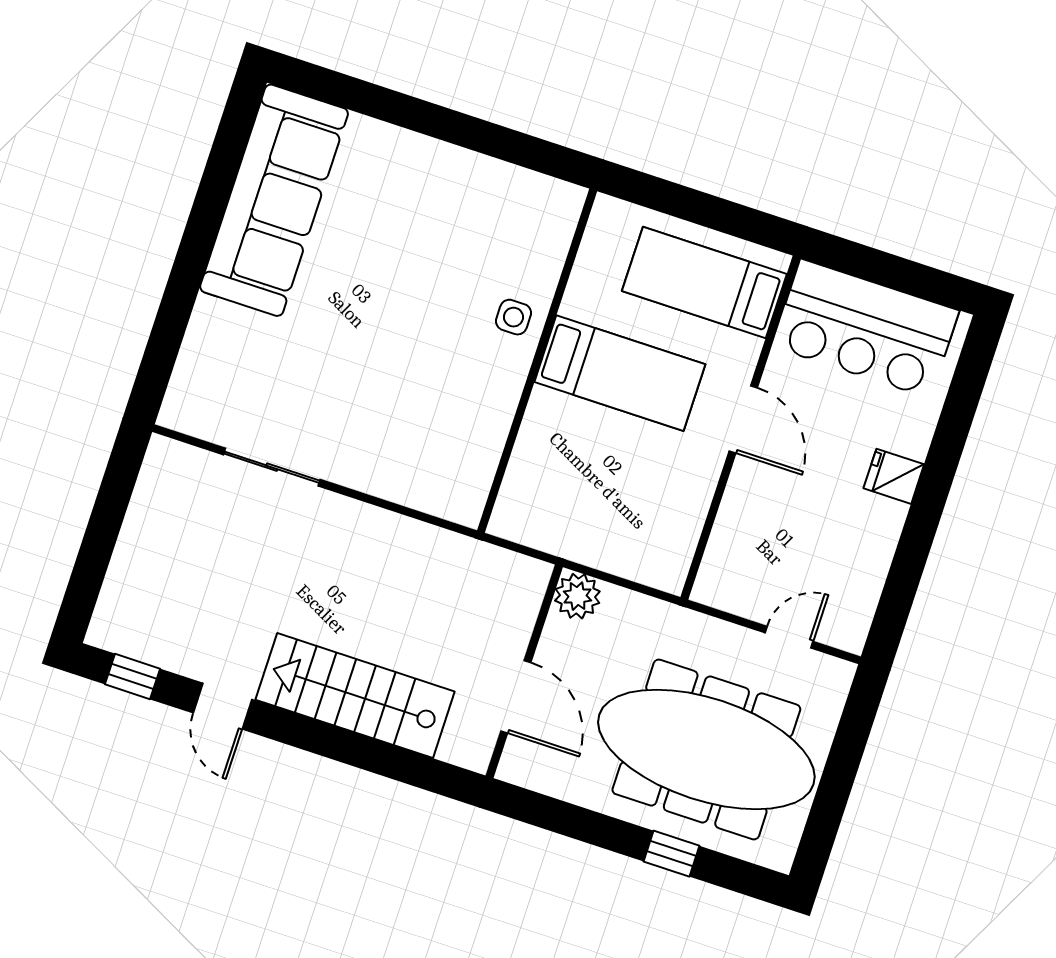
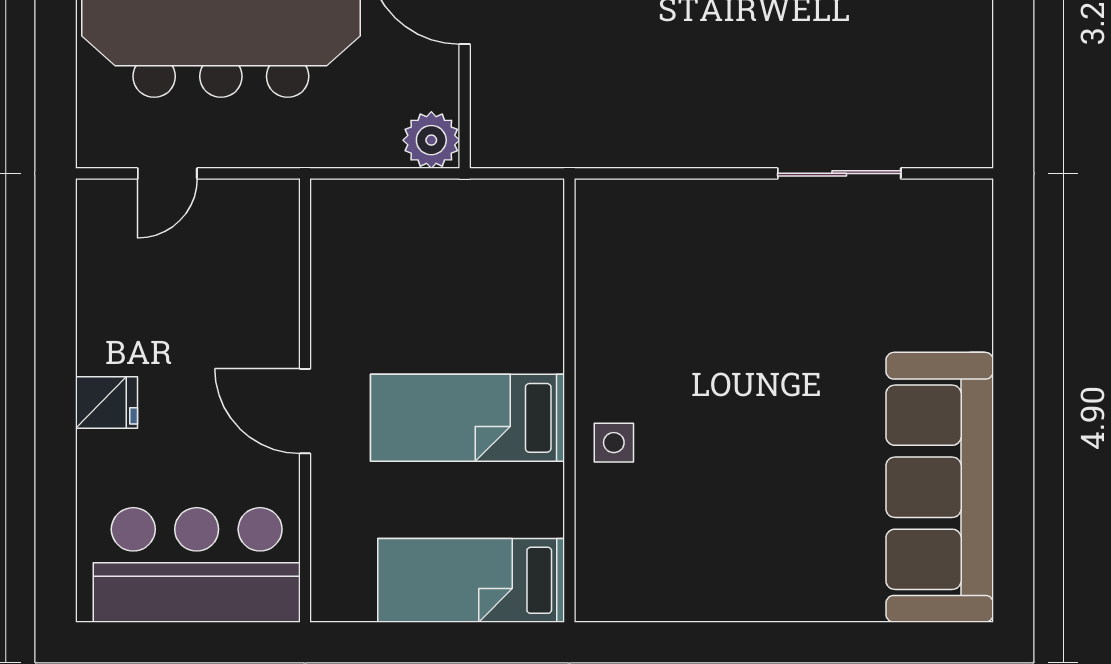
bed: (704, 283) -> (471, 580), moved, turned 180

